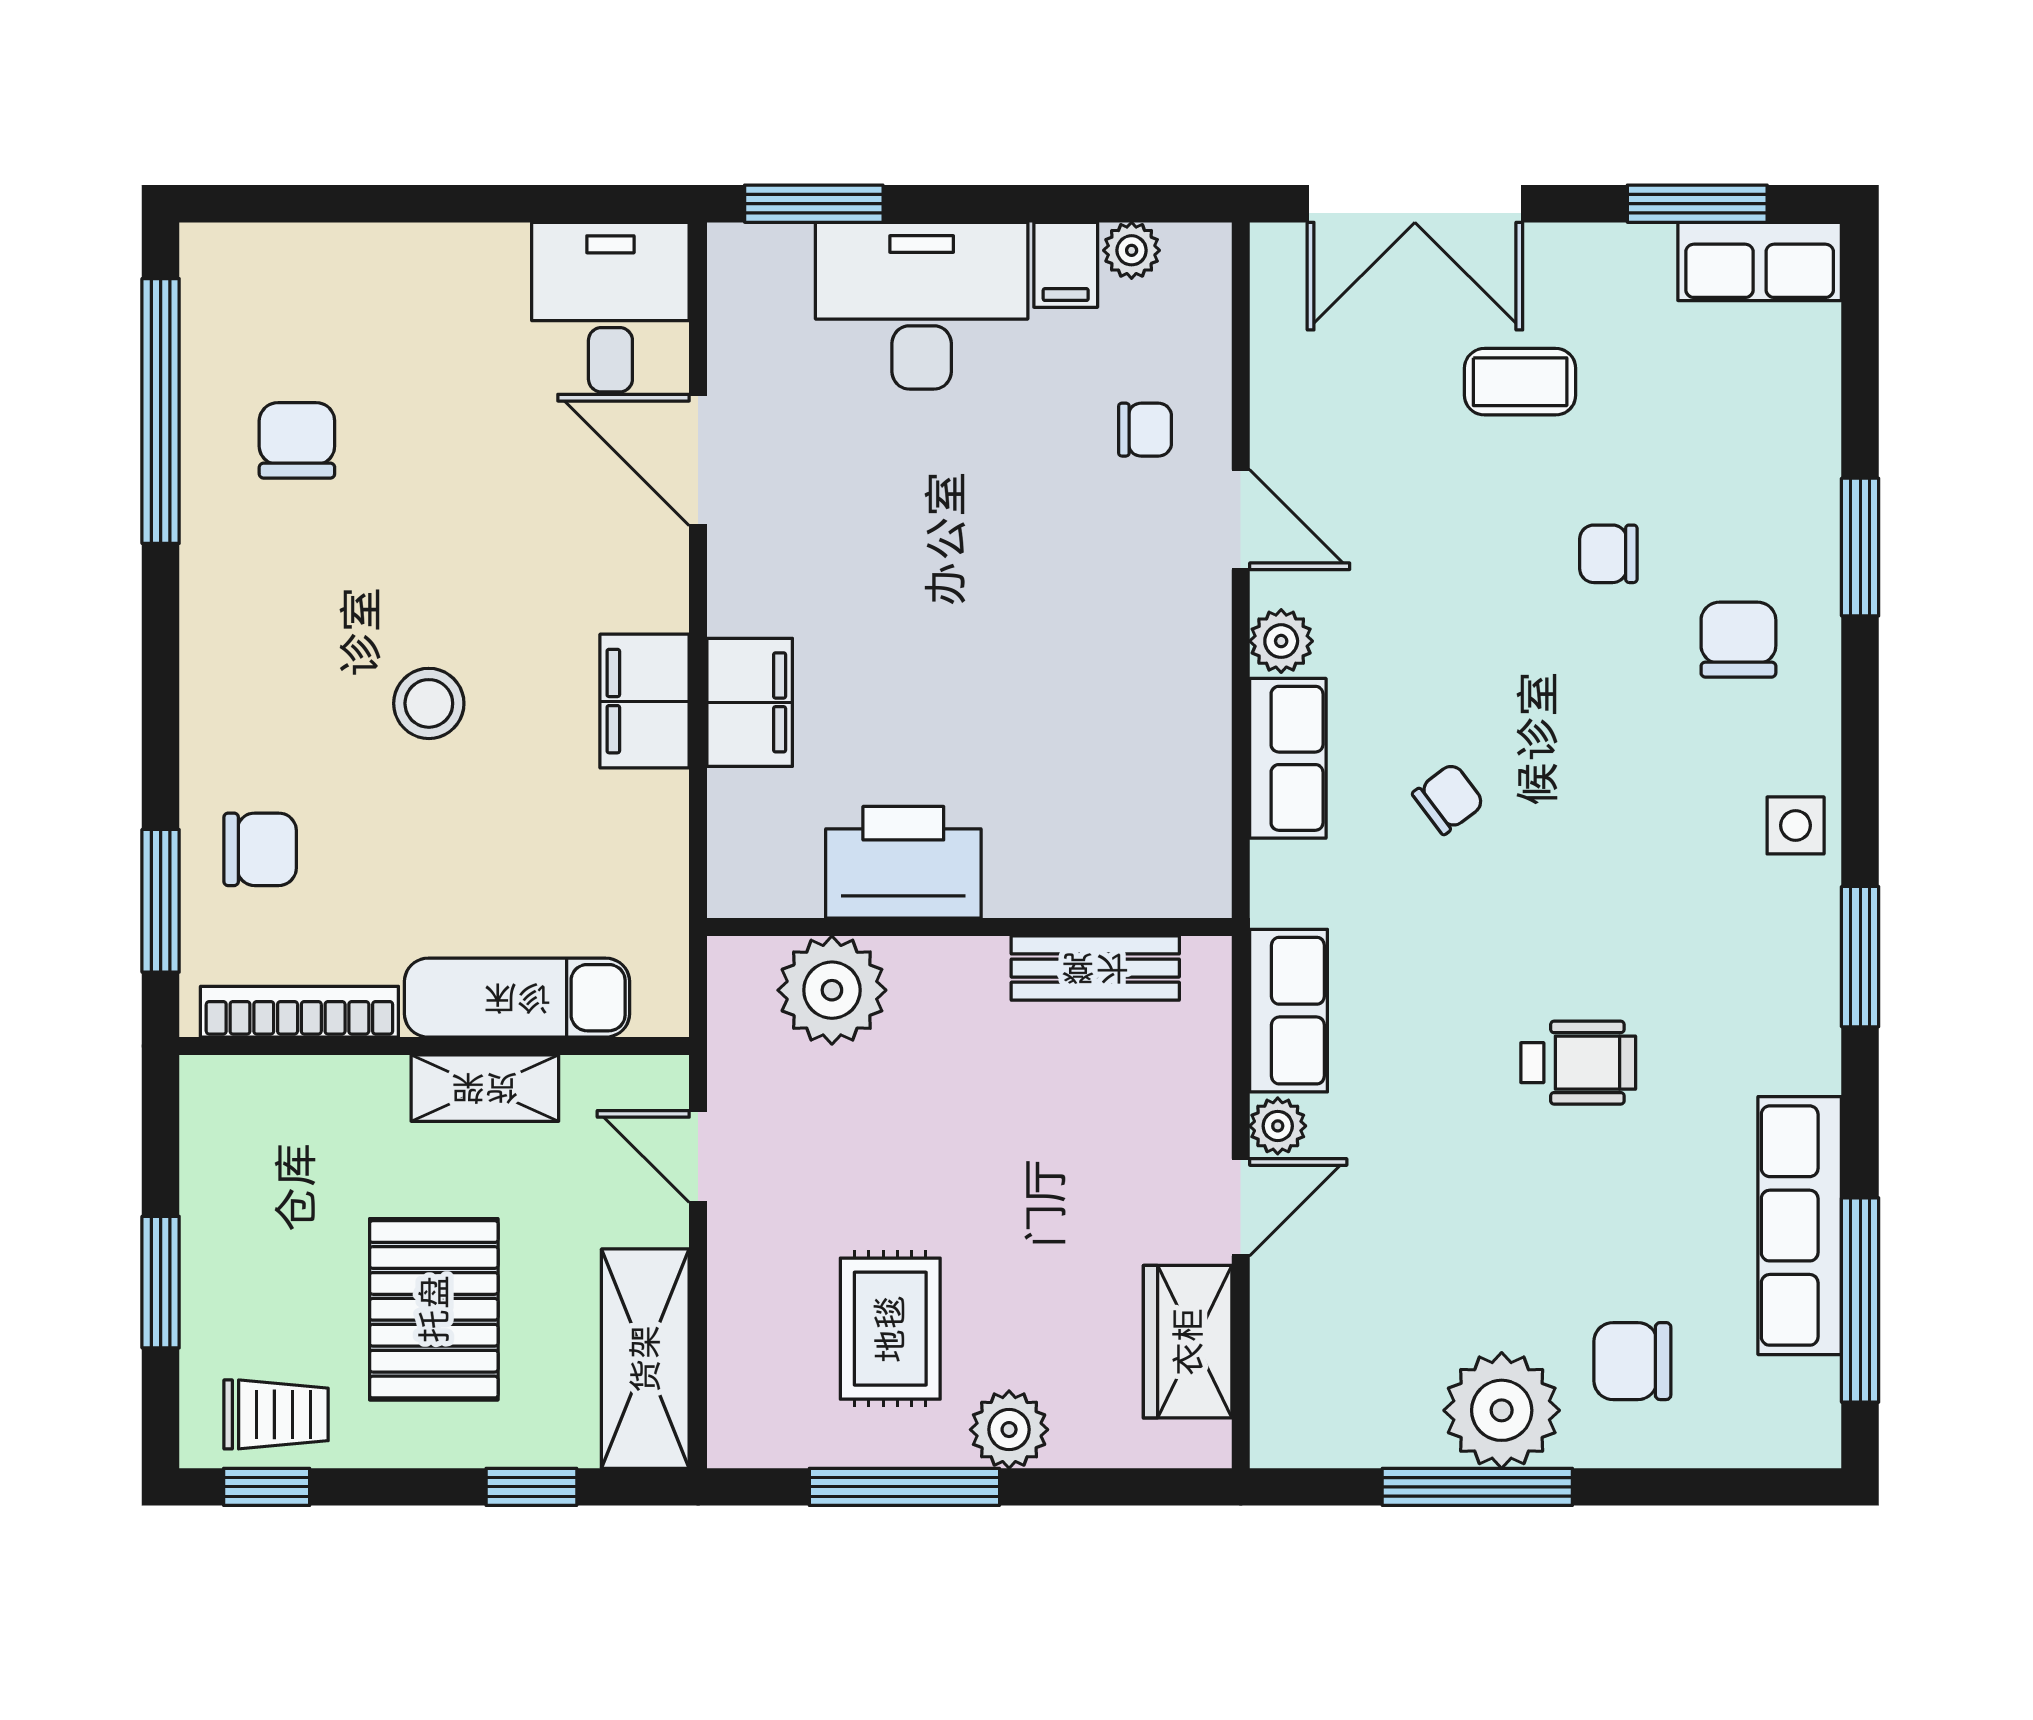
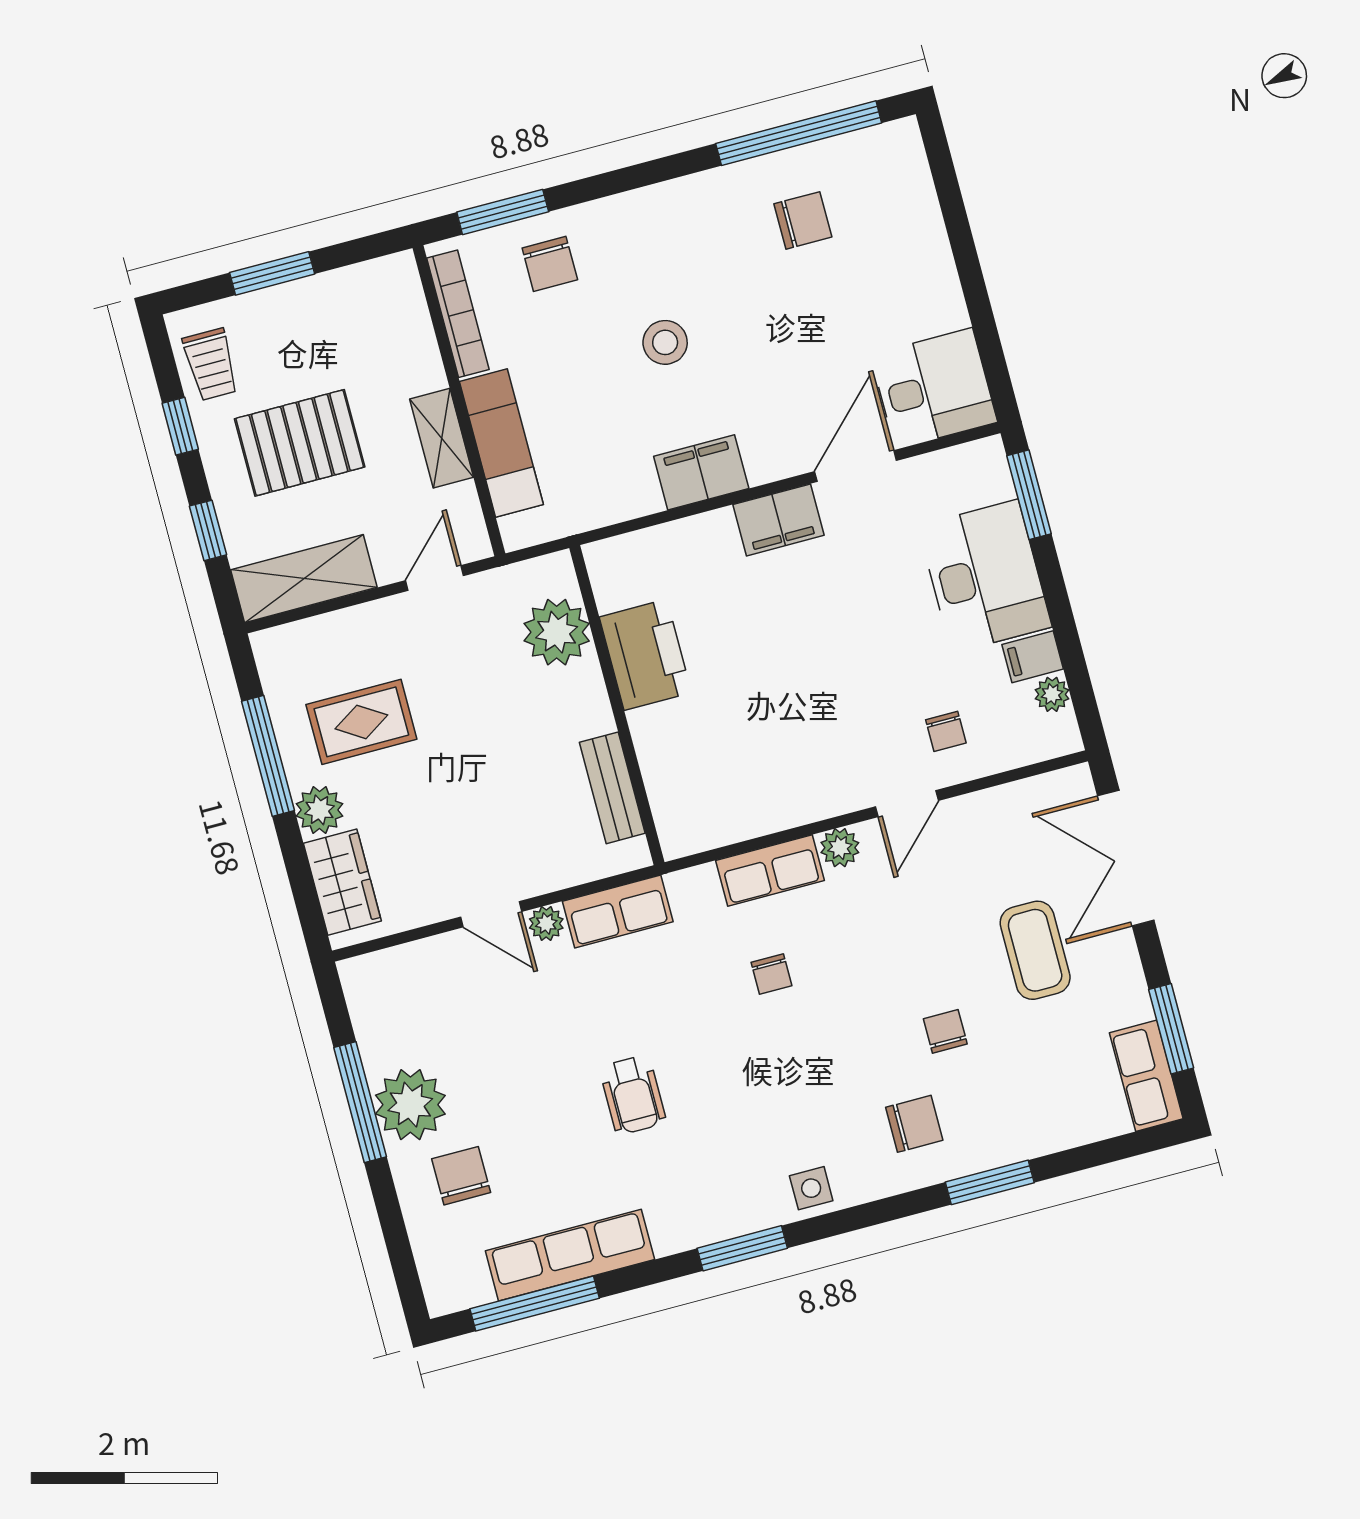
coffee table: (1520, 382) -> (1035, 950), width x1.36, depth x1.30
filing cabinet: (750, 702) -> (779, 520), moved
chair: (1448, 799) -> (772, 974), turned 37
wardrobe: (1188, 1342) -> (342, 882), moved, turned 90
window: (267, 1487) -> (180, 426), moved

